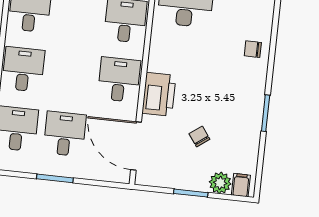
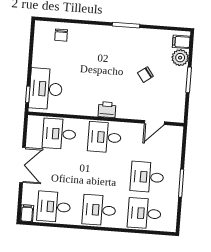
chair: (253, 49) -> (61, 35), moved
printer: (159, 94) -> (107, 110), width x0.53, depth x0.68
door: (136, 146) -> (154, 122), width x0.53

